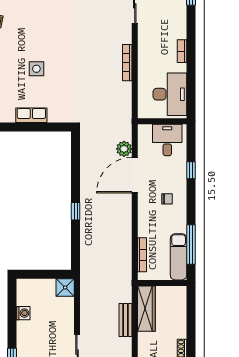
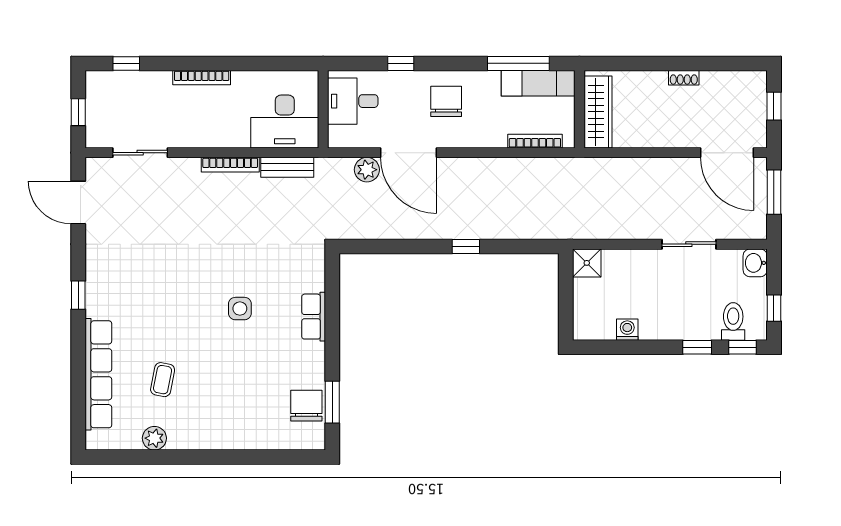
bookcase: (182, 51) -> (202, 78), width x1.56
desk: (170, 94) -> (285, 122), moved, turned 180
chair: (167, 199) -> (446, 101), width x1.87, depth x1.87
wardrobe: (146, 309) -> (598, 112), moved, turned 90
bench: (126, 320) -> (287, 167), moved

